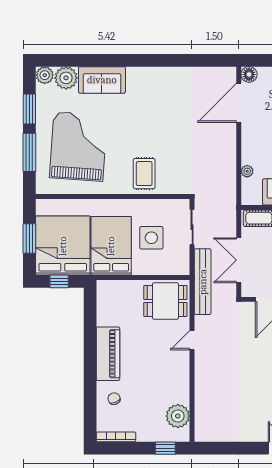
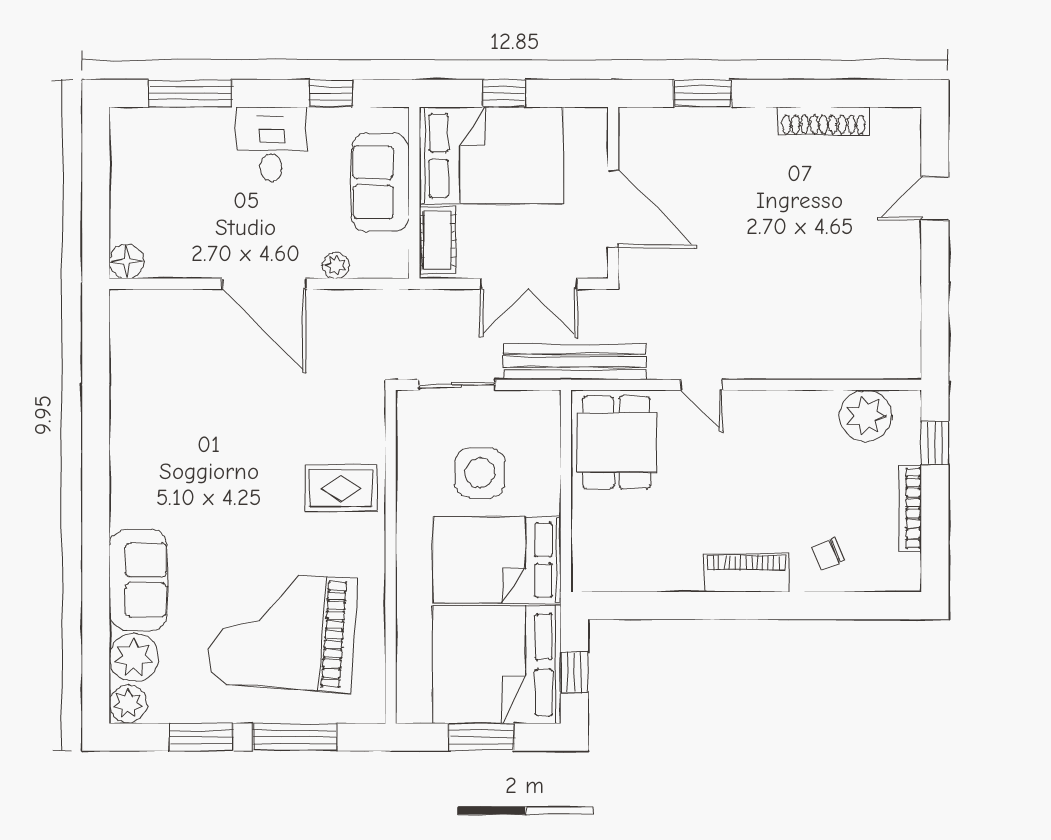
door: (239, 103) -> (264, 284), moved
piano: (108, 354) -> (746, 573), width x0.73, depth x0.75
bookcase: (116, 437) -> (911, 508), moved

